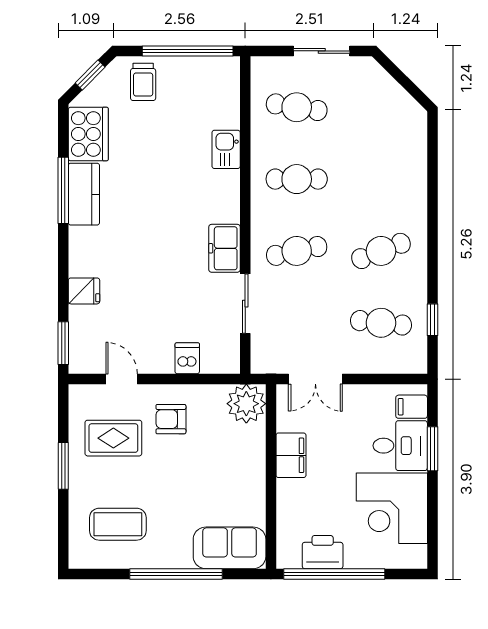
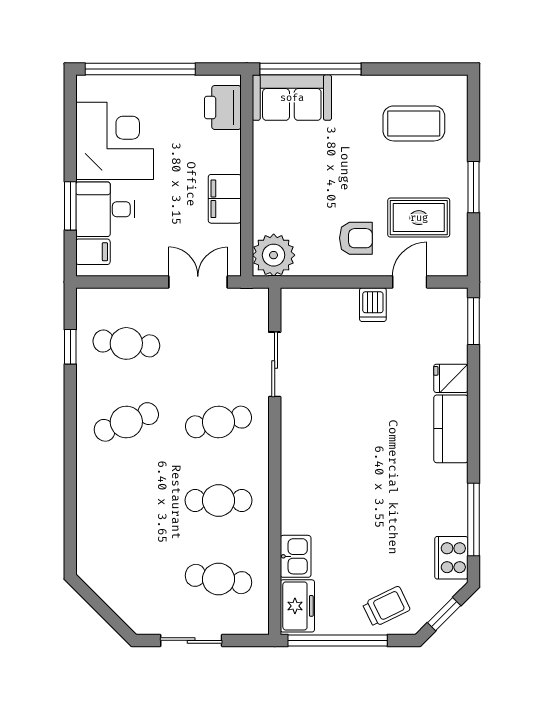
trolley: (143, 82) -> (386, 607), turned 64
cooker: (88, 134) -> (451, 558), width x0.73, depth x0.76
kitchen sink: (226, 149) -> (296, 556), moved
window: (63, 190) -> (474, 520), moved
kitchen counter: (84, 194) -> (451, 429), moved
freezer: (224, 248) -> (297, 606), moved
dishwasher: (187, 358) -> (373, 305), moved
door: (122, 379) -> (410, 282), swing flipped
printer: (323, 552) -> (223, 107), moved, turned 90
window: (176, 574) -> (310, 69), moved
window: (334, 574) -> (140, 69), moved

